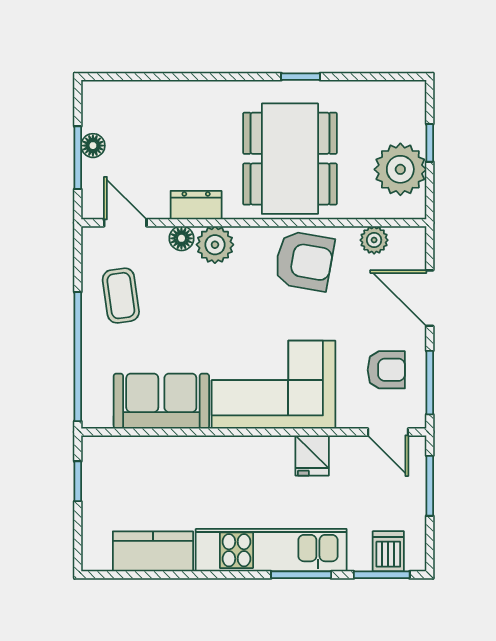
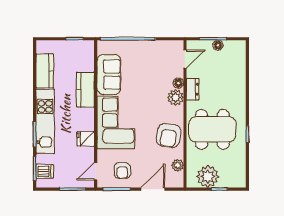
coffee table: (121, 296) -> (154, 57), removed
kitchen counter: (197, 456) -> (85, 90), added

